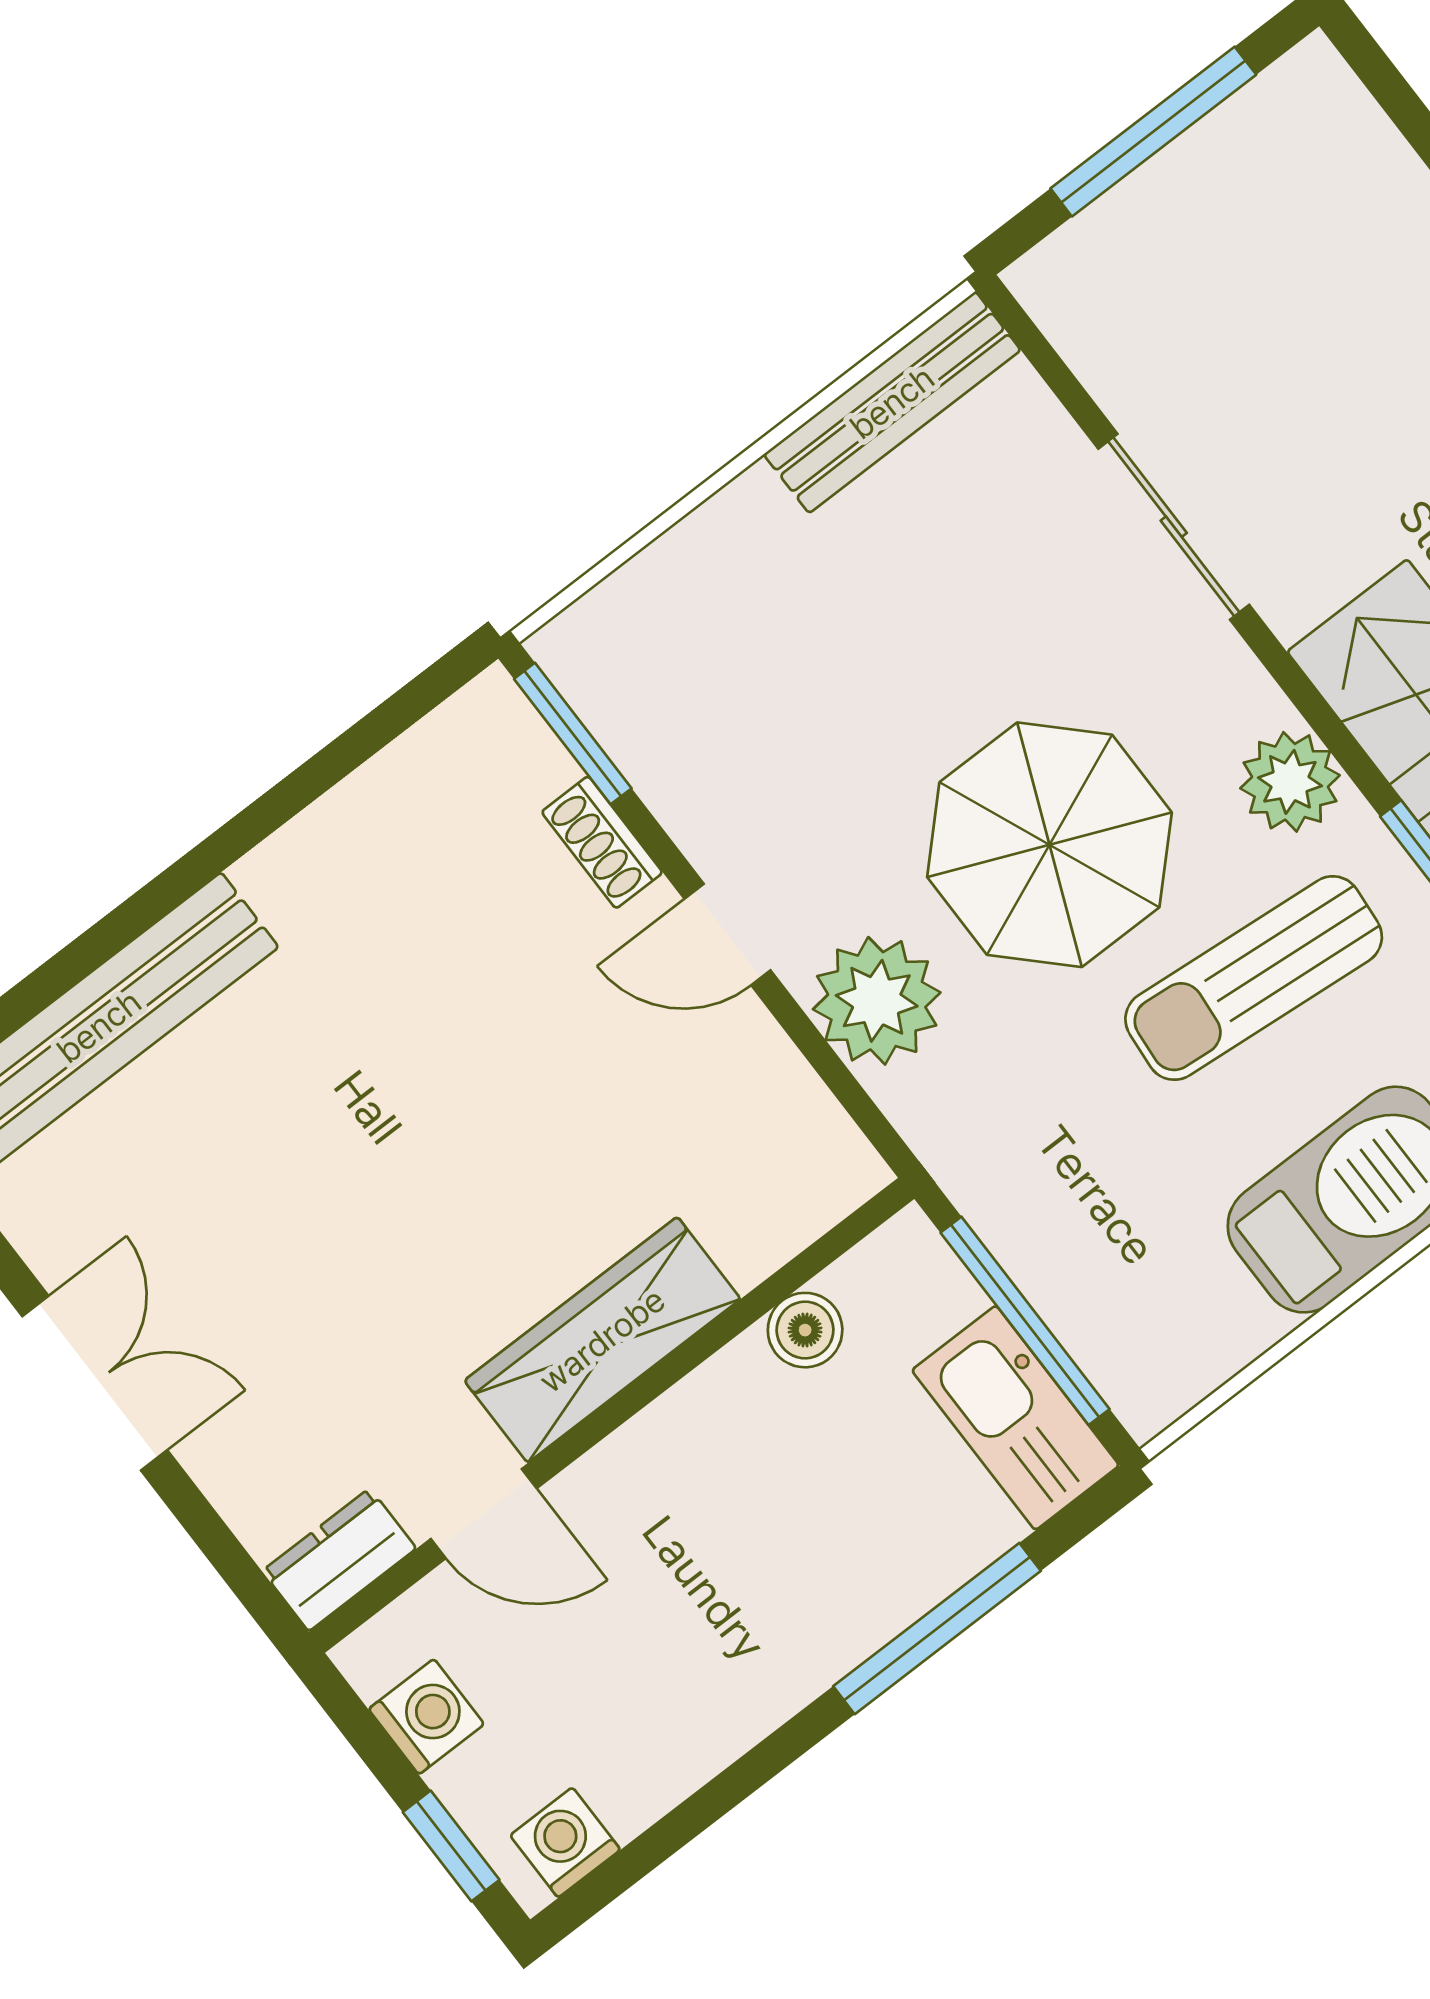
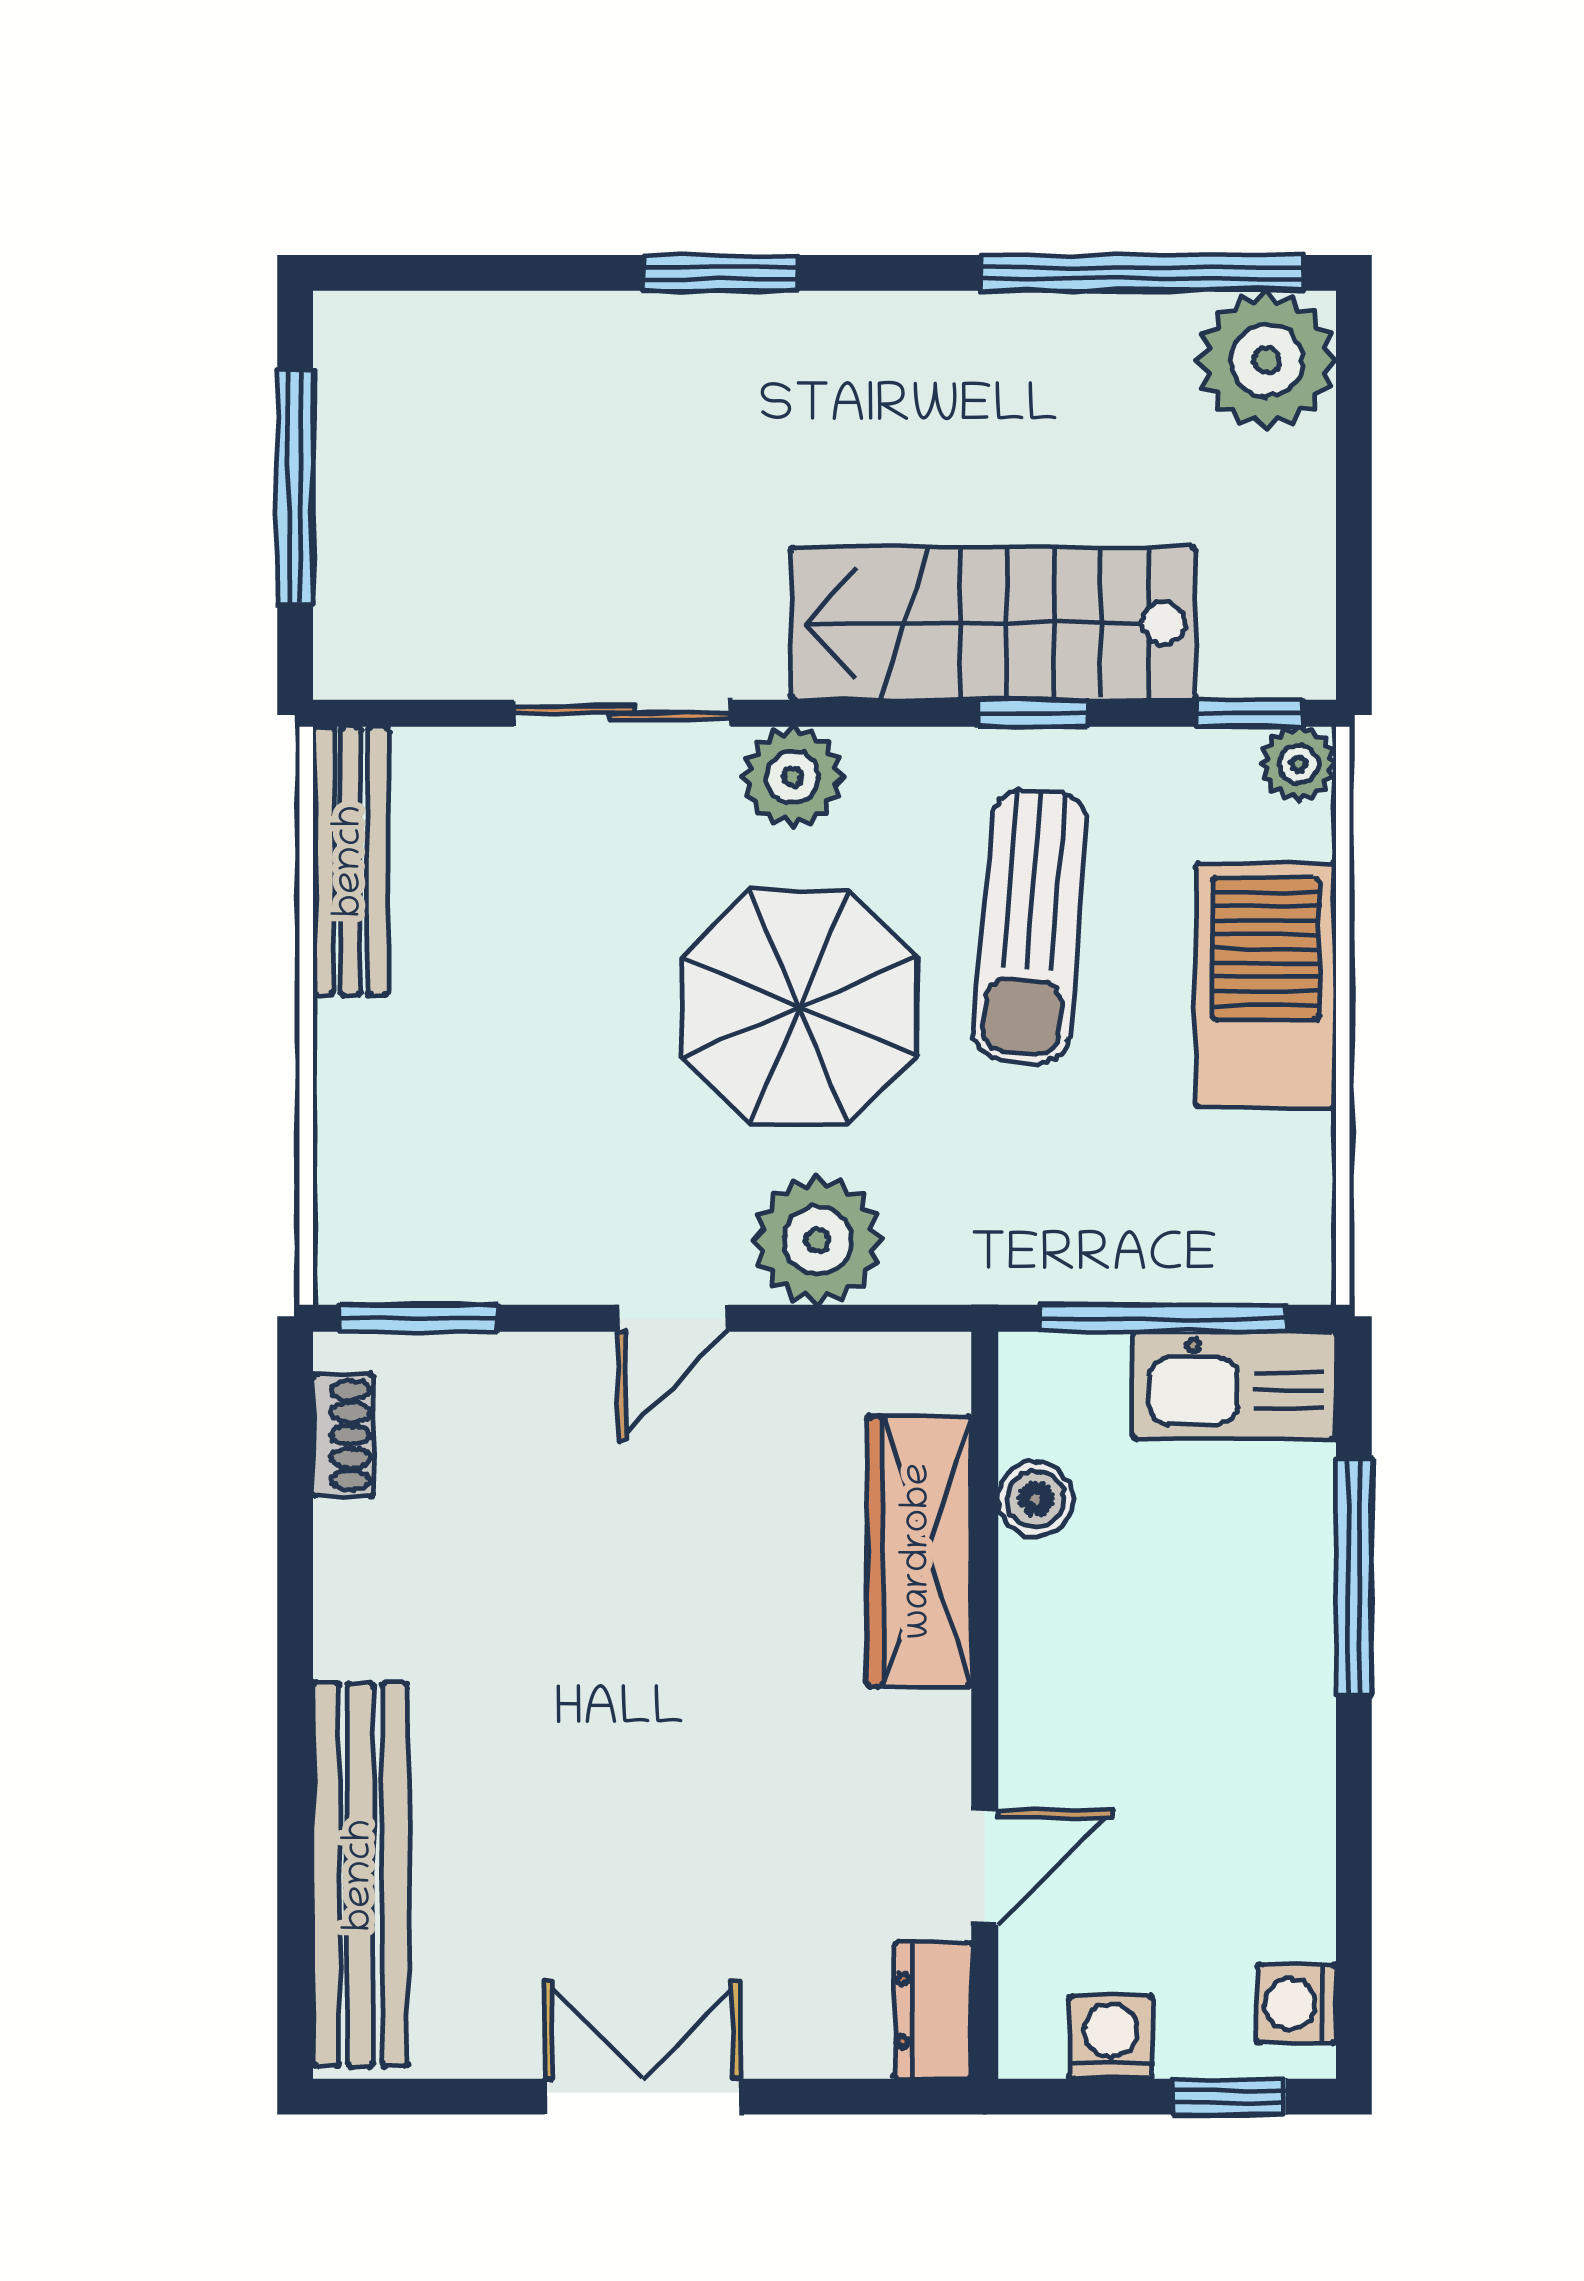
plant: (1290, 782) -> (792, 777), moved
shoe rack: (602, 842) -> (343, 1435), moved, turned -90
wardrobe: (602, 1340) -> (919, 1551), moved

